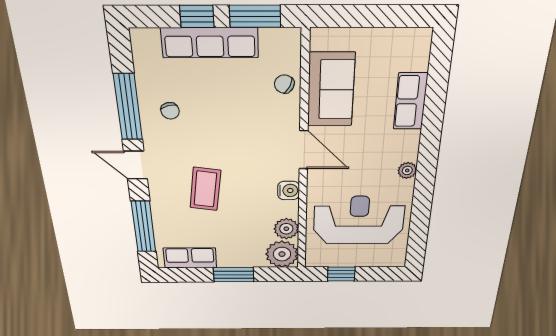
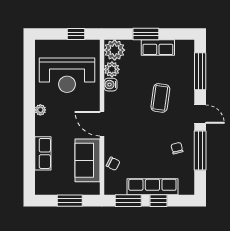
window: (368, 16) -> (70, 201), added
water cooler: (289, 191) -> (111, 85), moved
row of seats: (190, 258) -> (158, 47), moved

